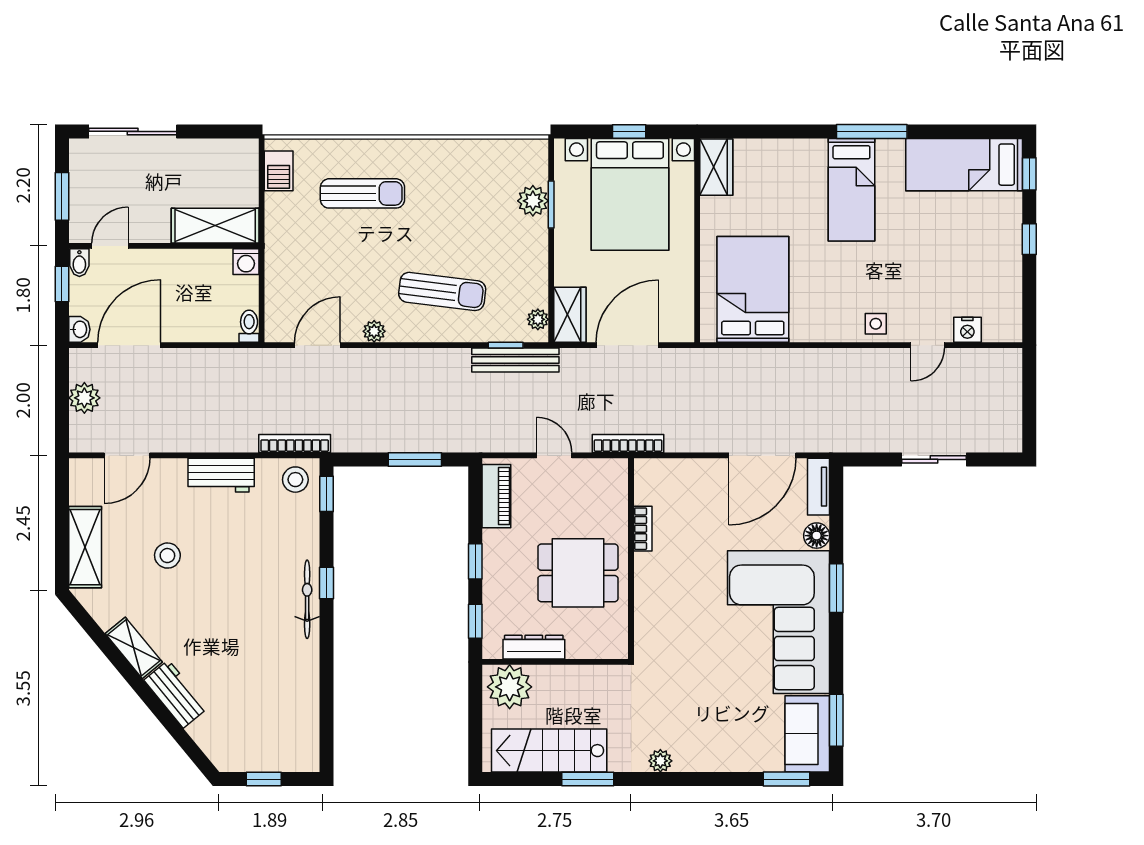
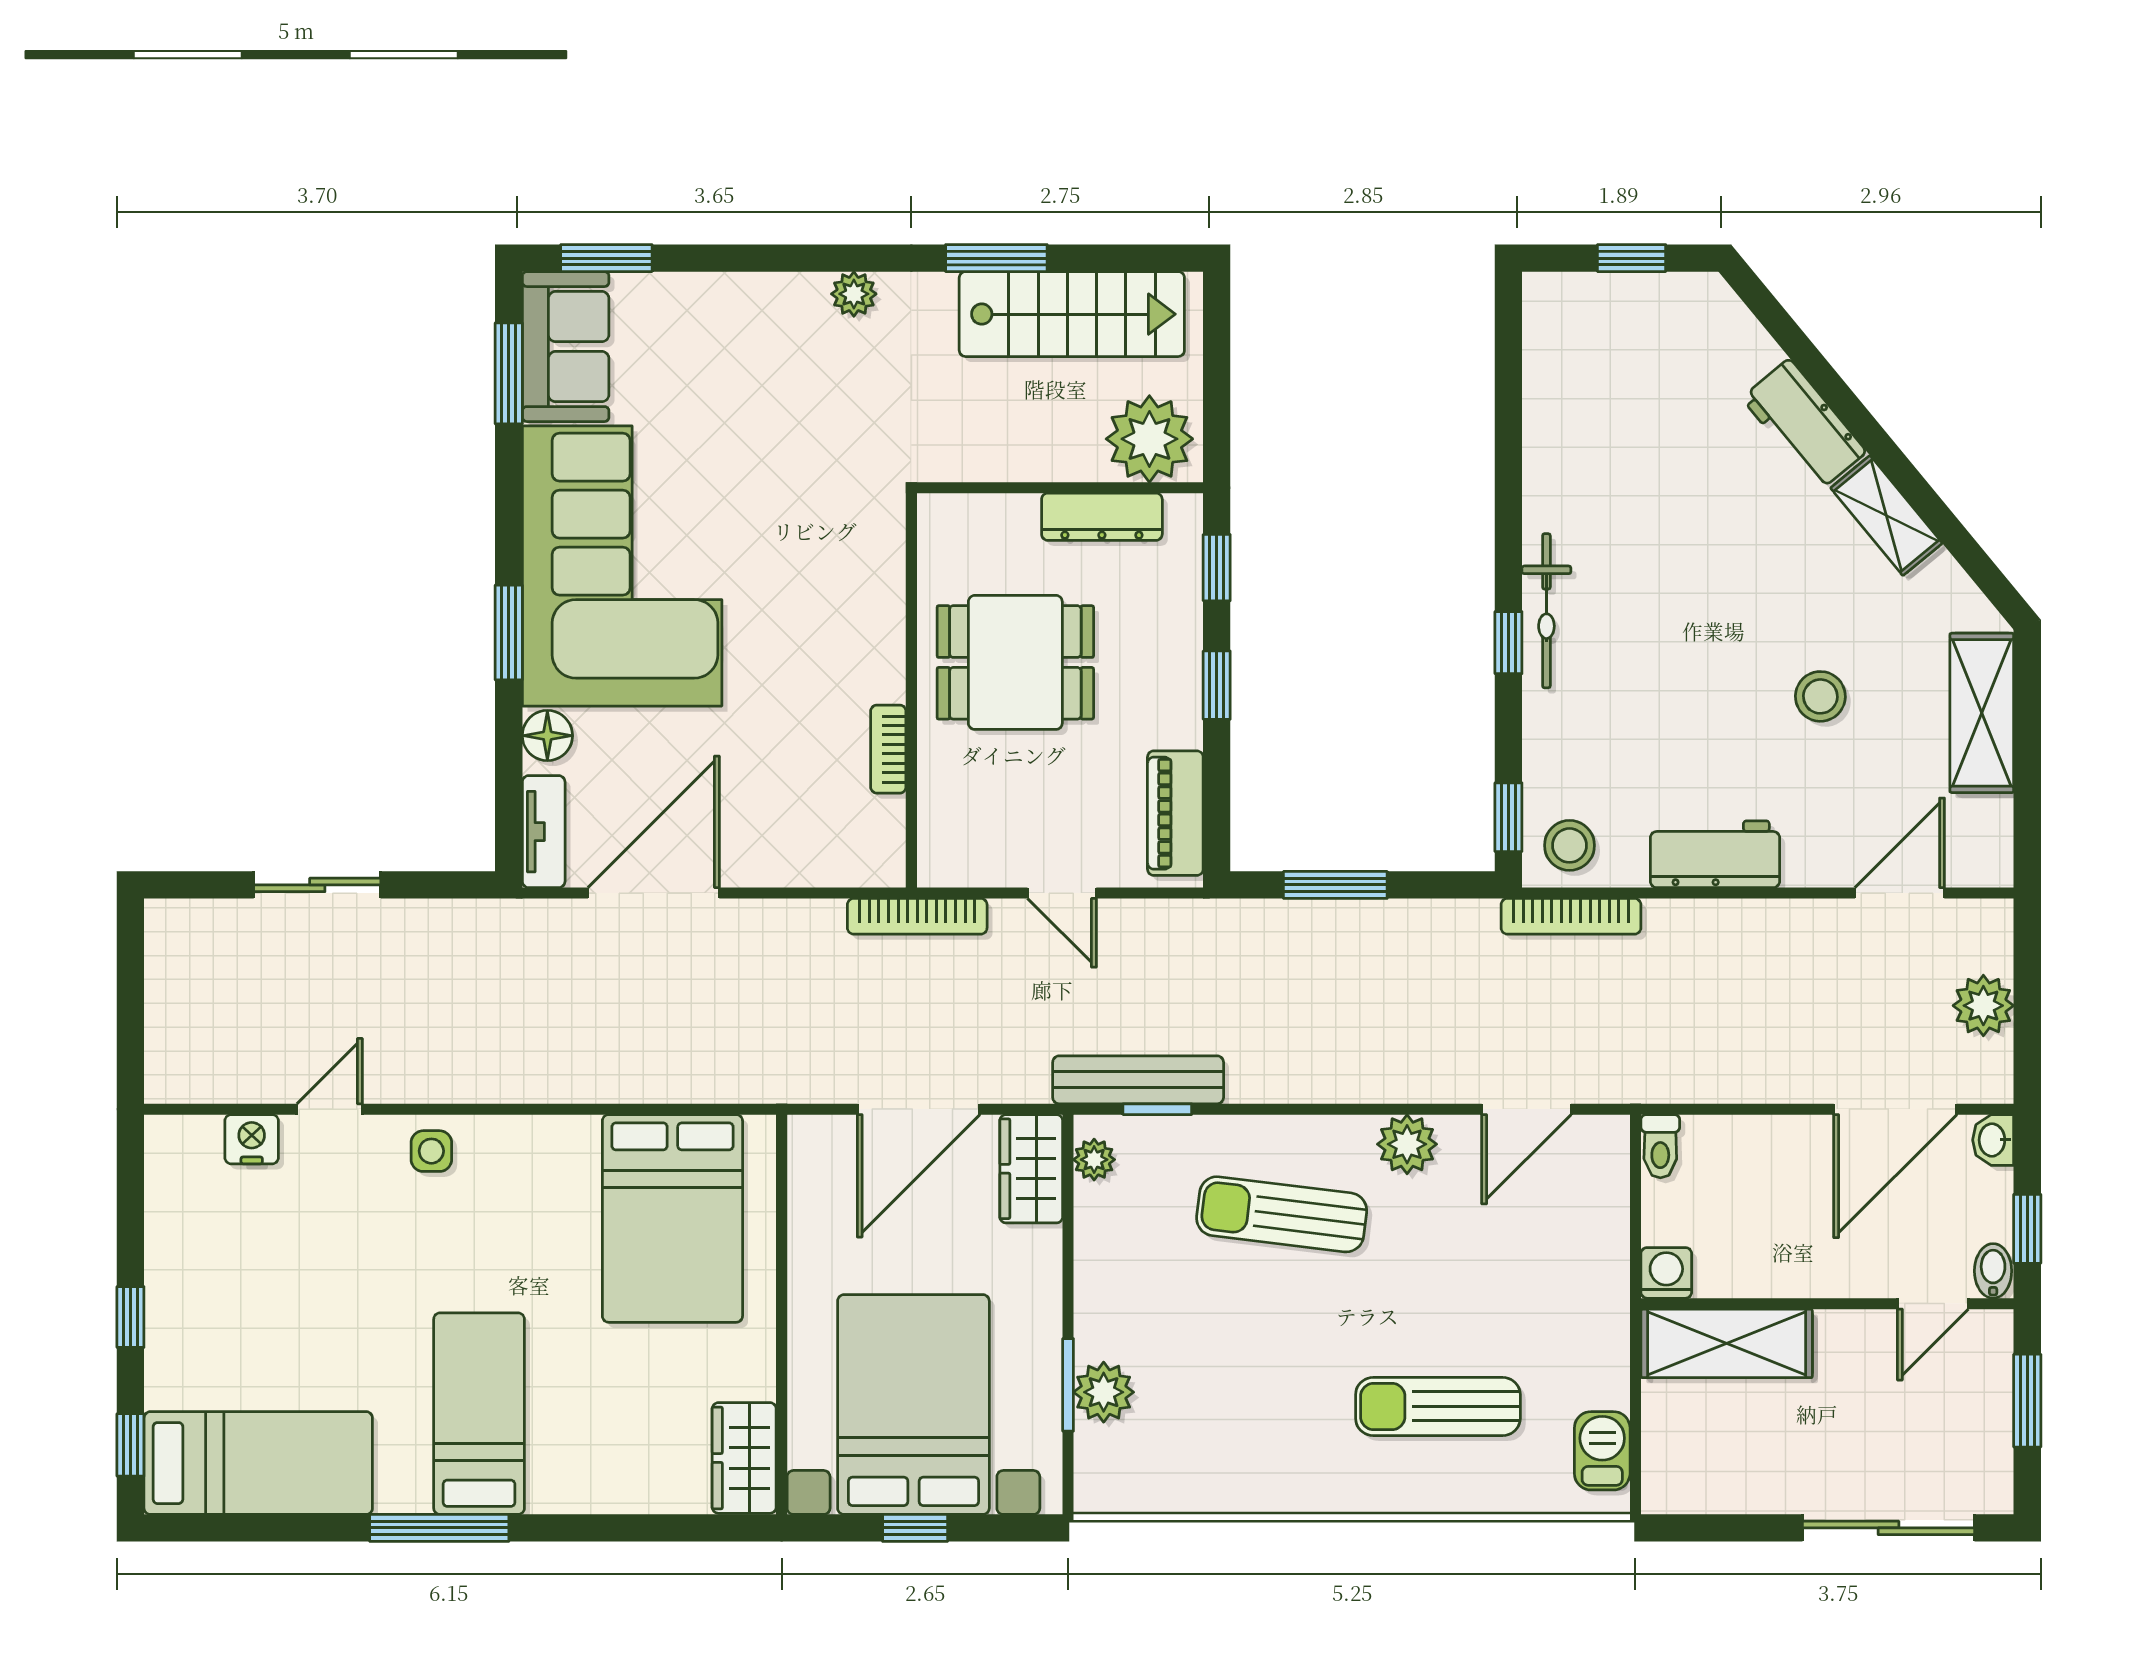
plant: (374, 331) -> (1407, 1144), width x1.38, depth x1.38

